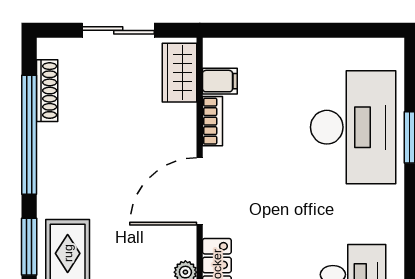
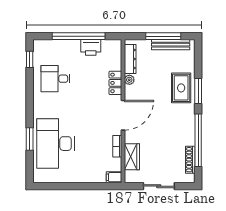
wardrobe: (180, 73) -> (132, 157), moved
filing cabinet: (220, 81) -> (114, 177), moved

